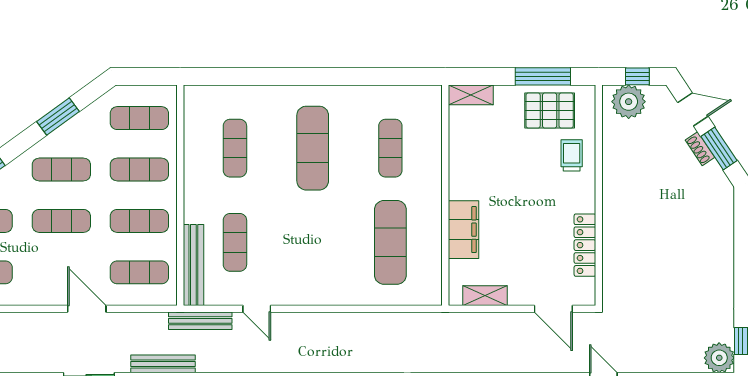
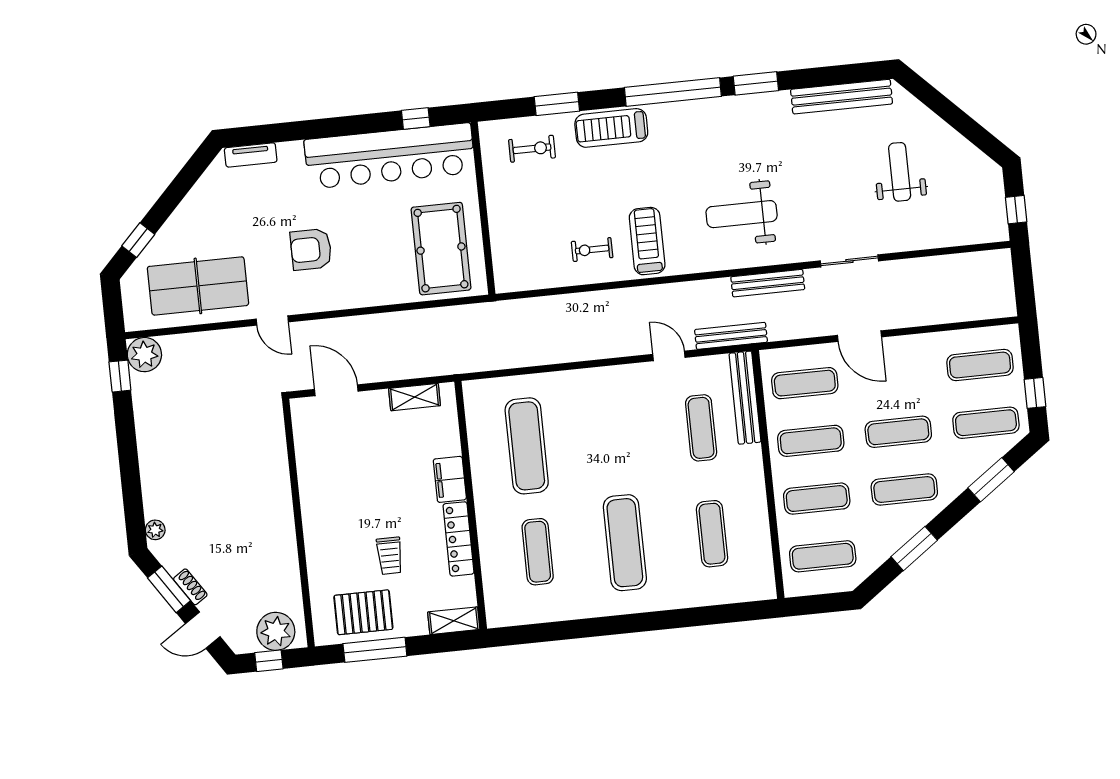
trolley: (572, 155) -> (390, 556), moved
plant: (726, 202) -> (155, 530), added
filing cabinet: (463, 230) -> (450, 479), width x0.67, depth x0.86
locker: (585, 245) -> (459, 539), moved, turned 180

